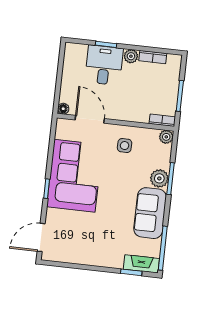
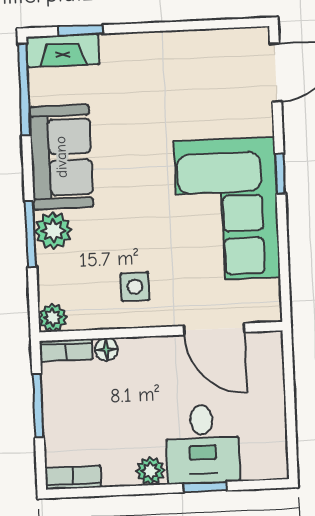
bookcase: (153, 57) -> (73, 477), moved
floor lamp: (63, 109) -> (106, 349), moved

